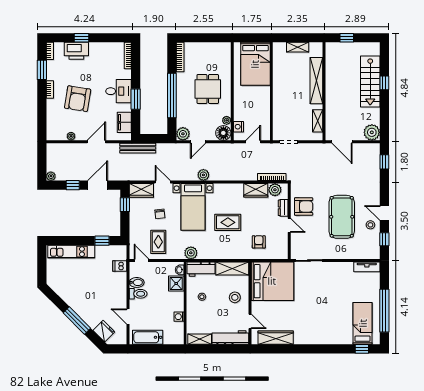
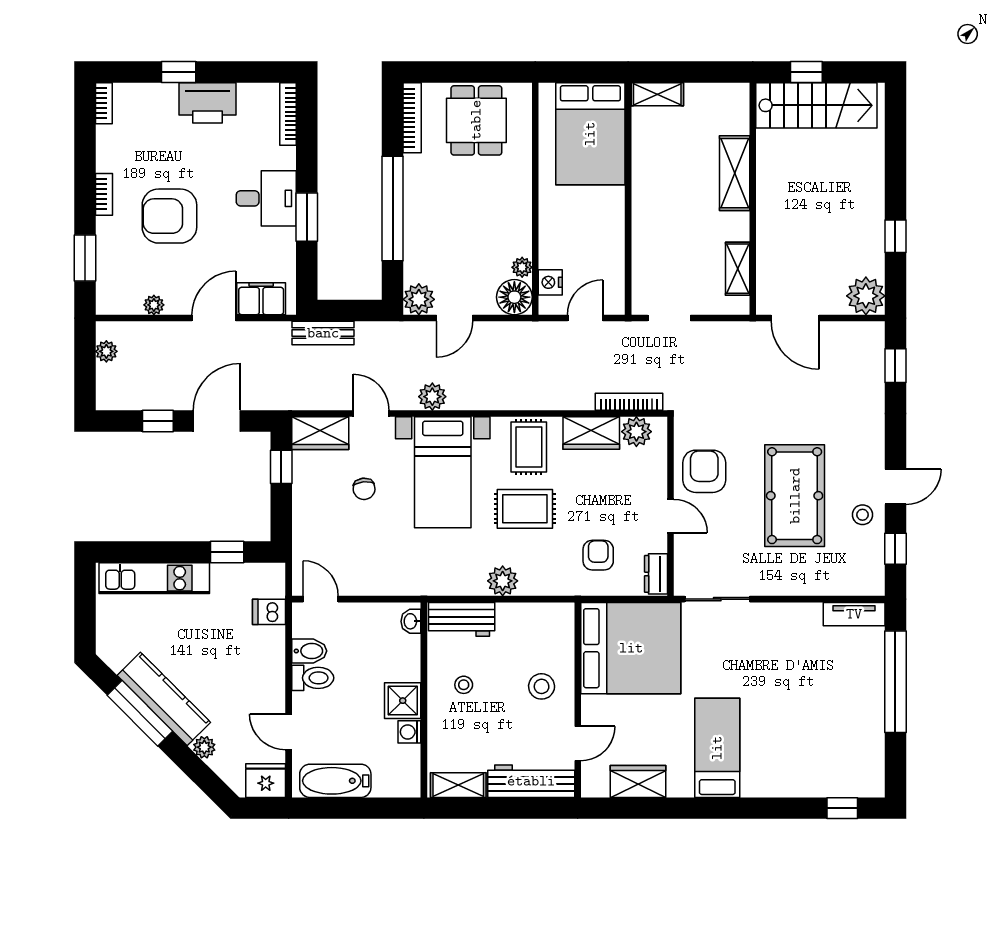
shelving: (298, 47) -> (657, 94), moved
printer: (76, 51) -> (208, 103), moved
window: (42, 70) -> (85, 258), moved
shelving: (316, 81) -> (735, 173), width x0.68
stairs: (370, 82) -> (816, 105), moved, turned -90
window: (384, 83) -> (895, 236), moved
dining table: (208, 89) -> (476, 120), moved
armchair: (78, 99) -> (169, 216), turned 81
filing cabinet: (124, 122) -> (261, 299), moved, turned 90
bench: (138, 148) -> (323, 333), width x0.73
plant: (203, 175) -> (432, 397), moved
plant: (51, 176) -> (106, 351), moved
armchair: (304, 206) -> (704, 471), turned -90
dresser: (283, 208) -> (656, 574), moved
door: (384, 213) -> (895, 487), swing flipped
rug: (158, 242) -> (529, 447), moved
plant: (191, 253) -> (503, 581), moved
shelving: (232, 268) -> (536, 618), removed
shower: (176, 283) -> (403, 701), moved
kitchen counter: (75, 303) -> (164, 699), added
window: (384, 311) -> (895, 682), moved
window: (77, 321) -> (140, 713), moved
door: (250, 321) -> (578, 743), hinge flipped
plant: (92, 323) -> (204, 747), added
bed: (363, 323) -> (717, 748), moved
fridge: (104, 331) -> (266, 781), moved, turned -45
wardrobe: (276, 338) -> (638, 781), width x0.67

